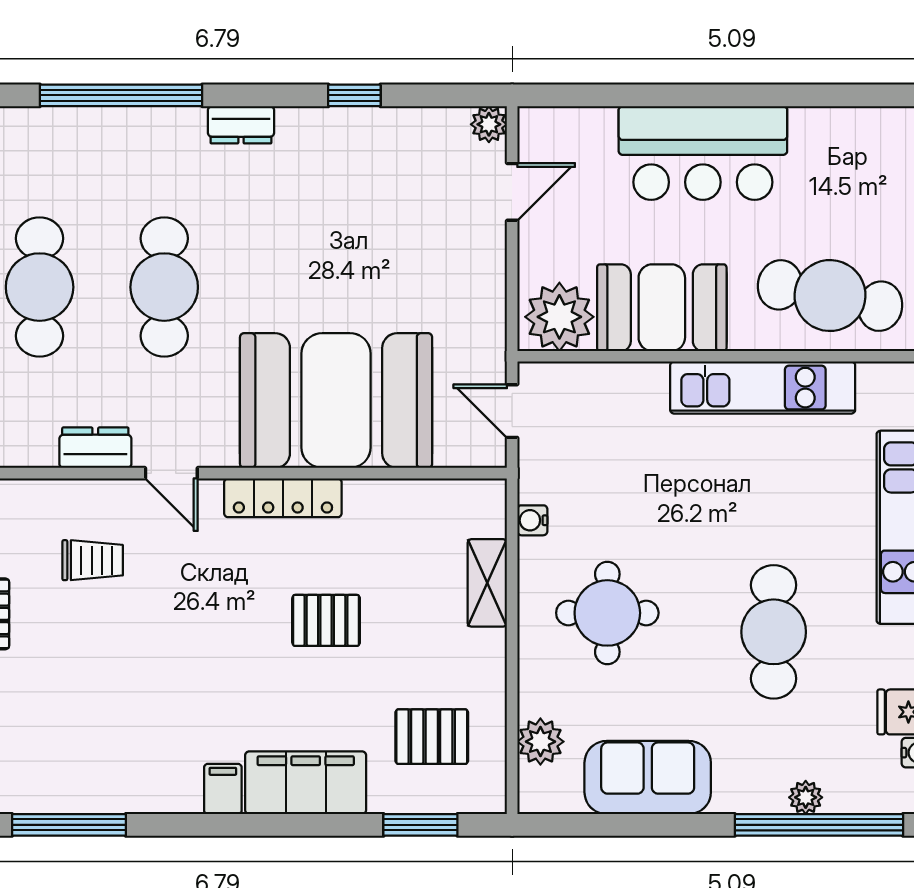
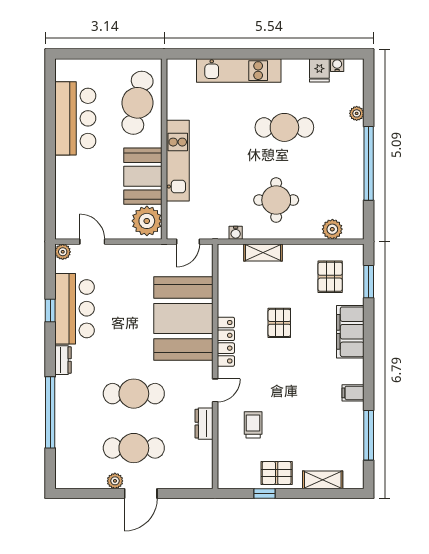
bar counter: (359, 151) -> (74, 309), added
bar counter: (703, 153) -> (75, 118), moved
kitchen unit: (763, 388) -> (178, 161), moved
sofa: (648, 778) -> (348, 182), removed
filing cabinet: (223, 789) -> (353, 393), moved
window: (819, 825) -> (369, 163), moved

